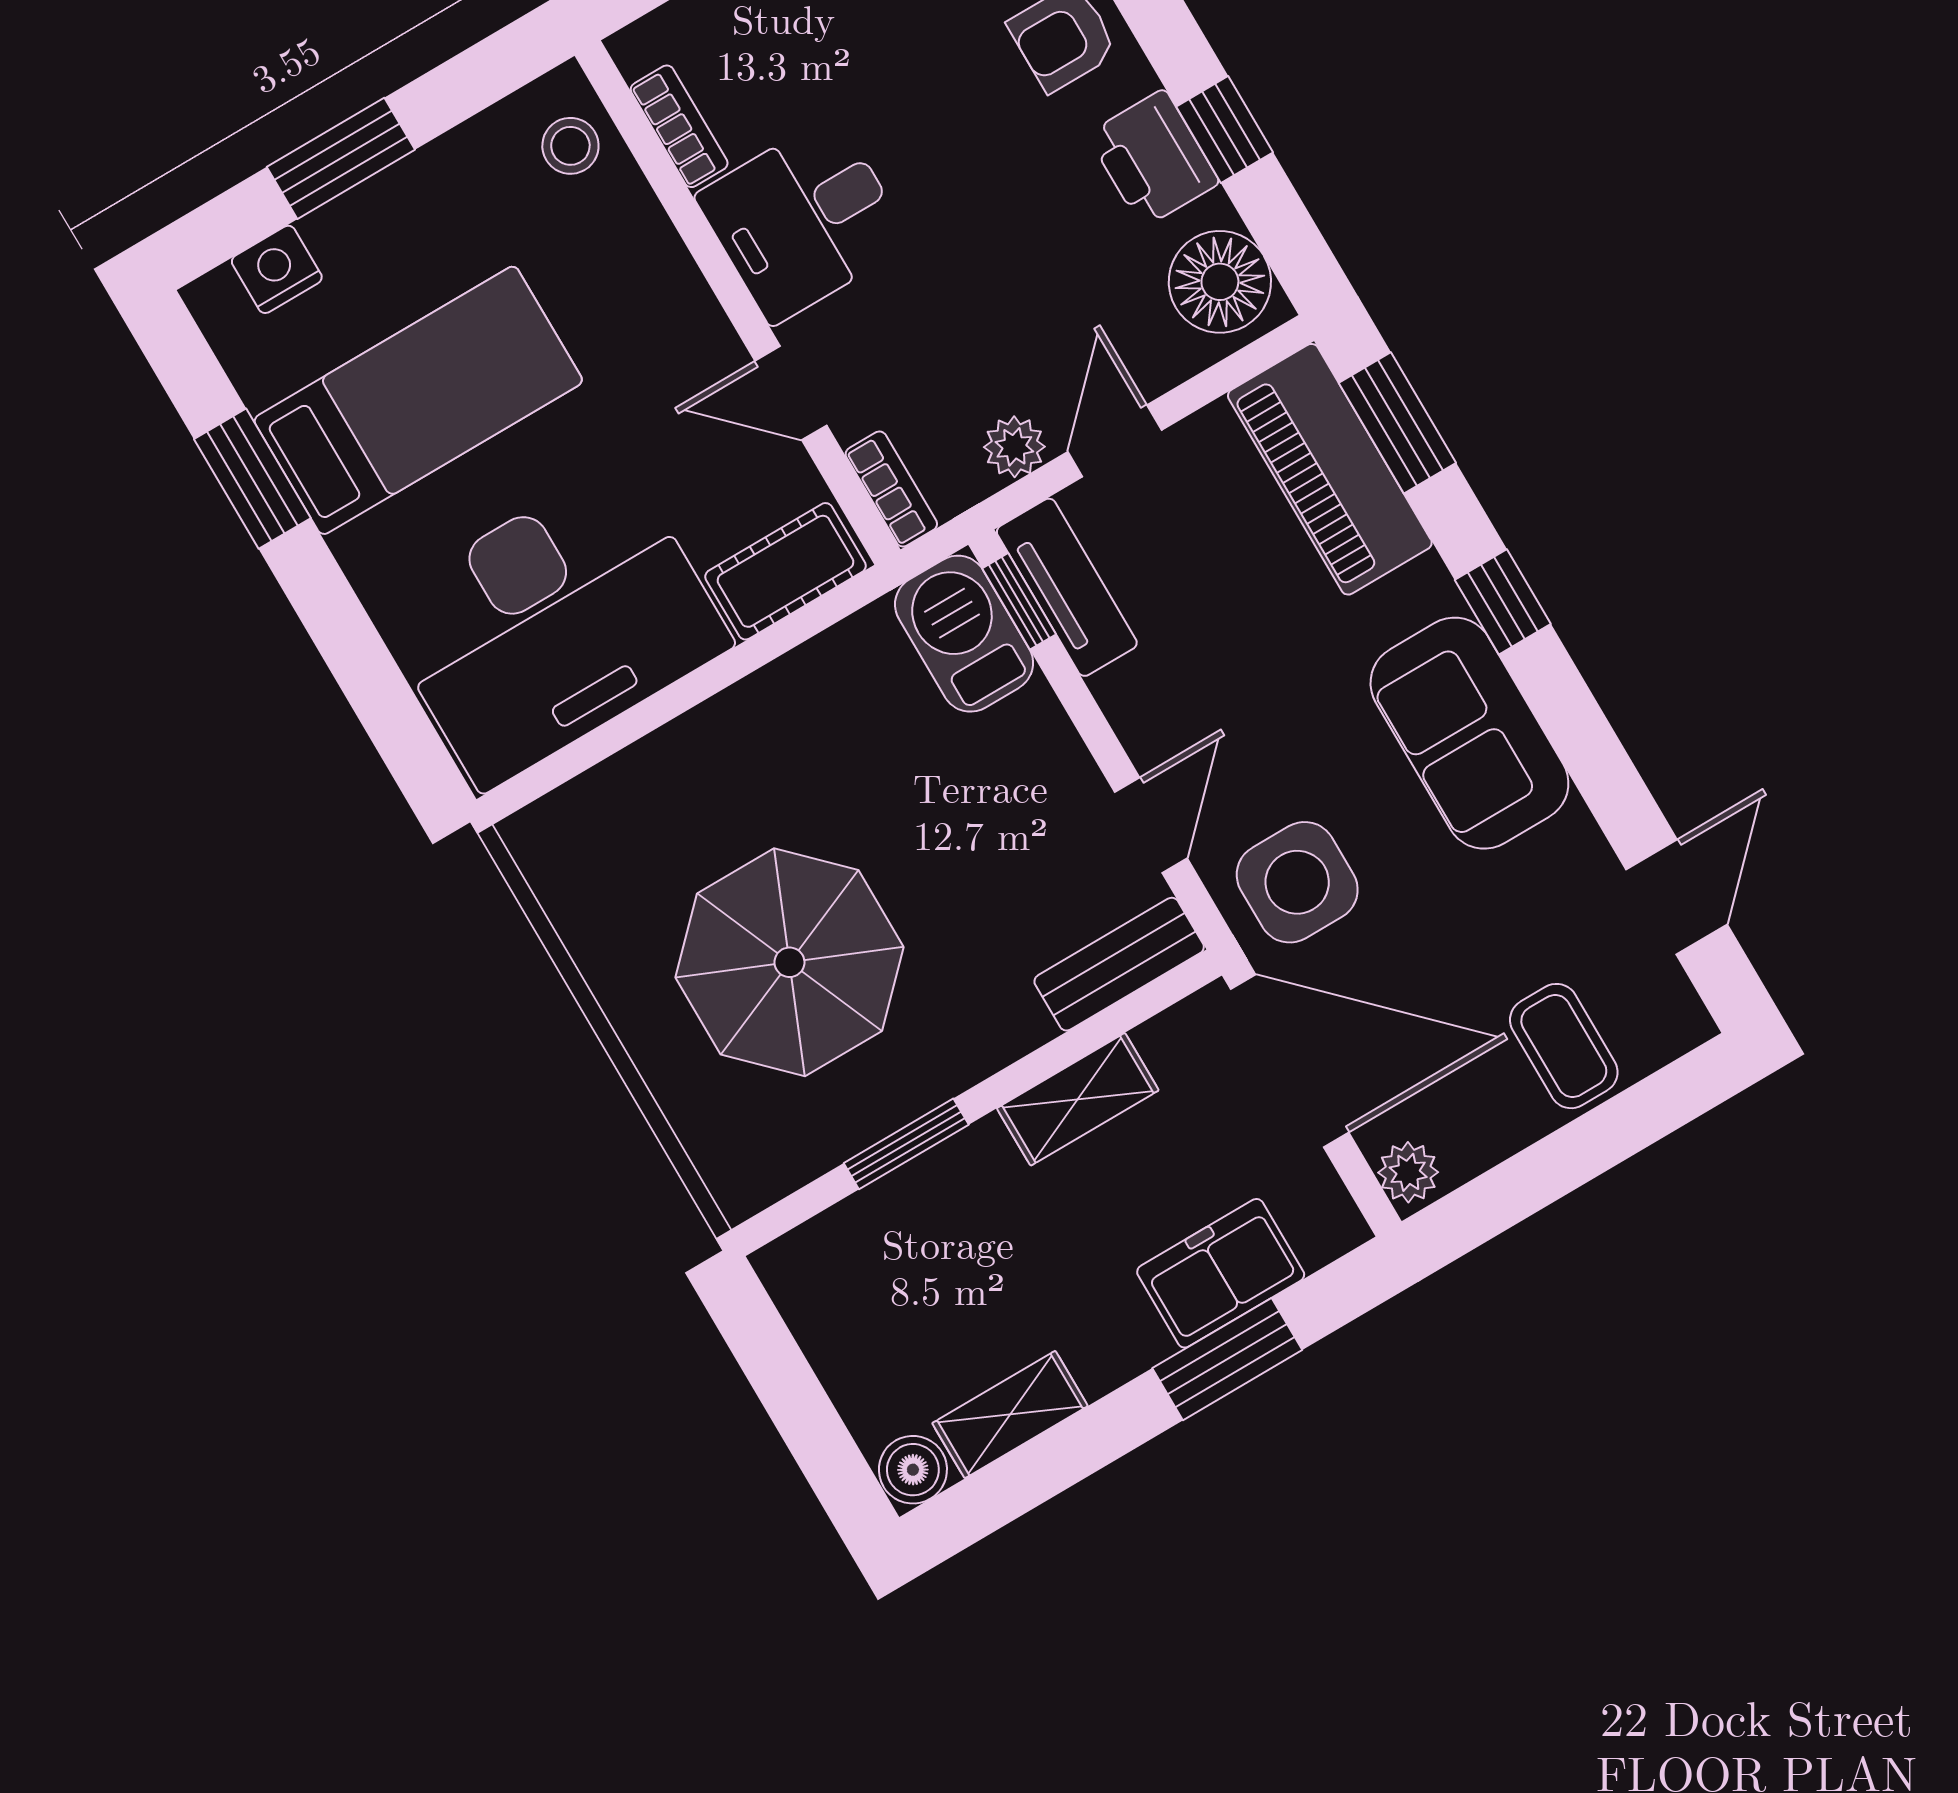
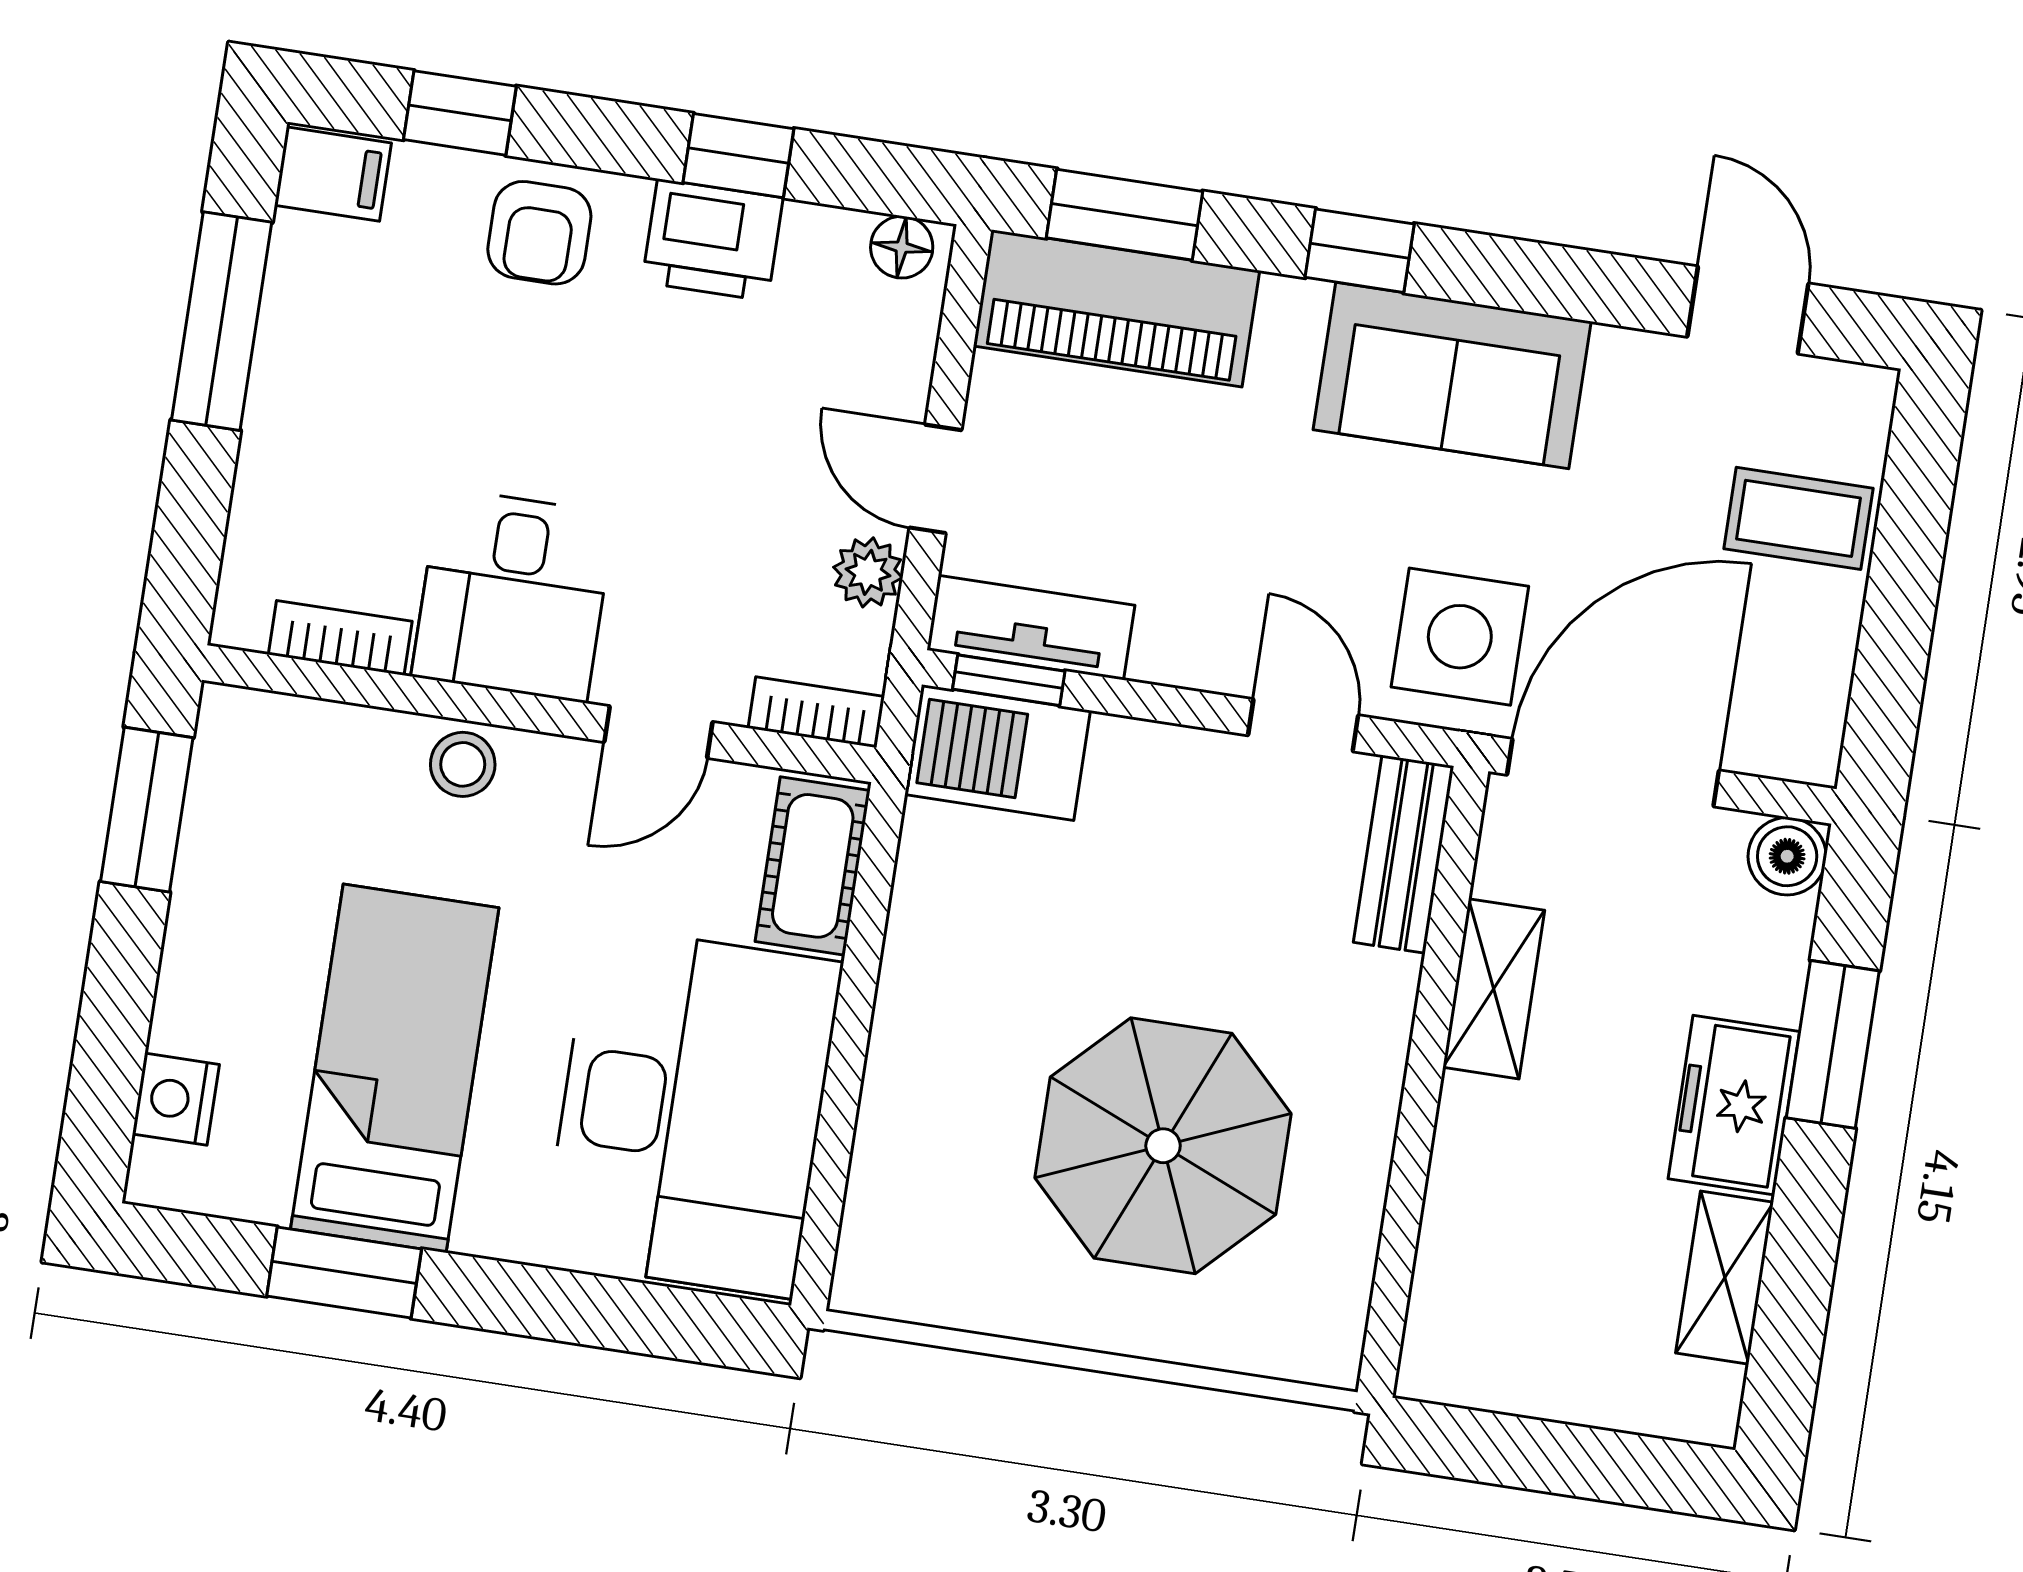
stool: (570, 146) -> (463, 764), moved
window: (341, 158) -> (147, 810), moved
floor lamp: (1220, 282) -> (902, 247), width x0.53, depth x0.53
window: (906, 1144) -> (1409, 1174), removed
plant: (1408, 1172) -> (1798, 748), removed
freezer: (1221, 1273) -> (1734, 1105), moved
boiler: (913, 1470) -> (1787, 856), moved

